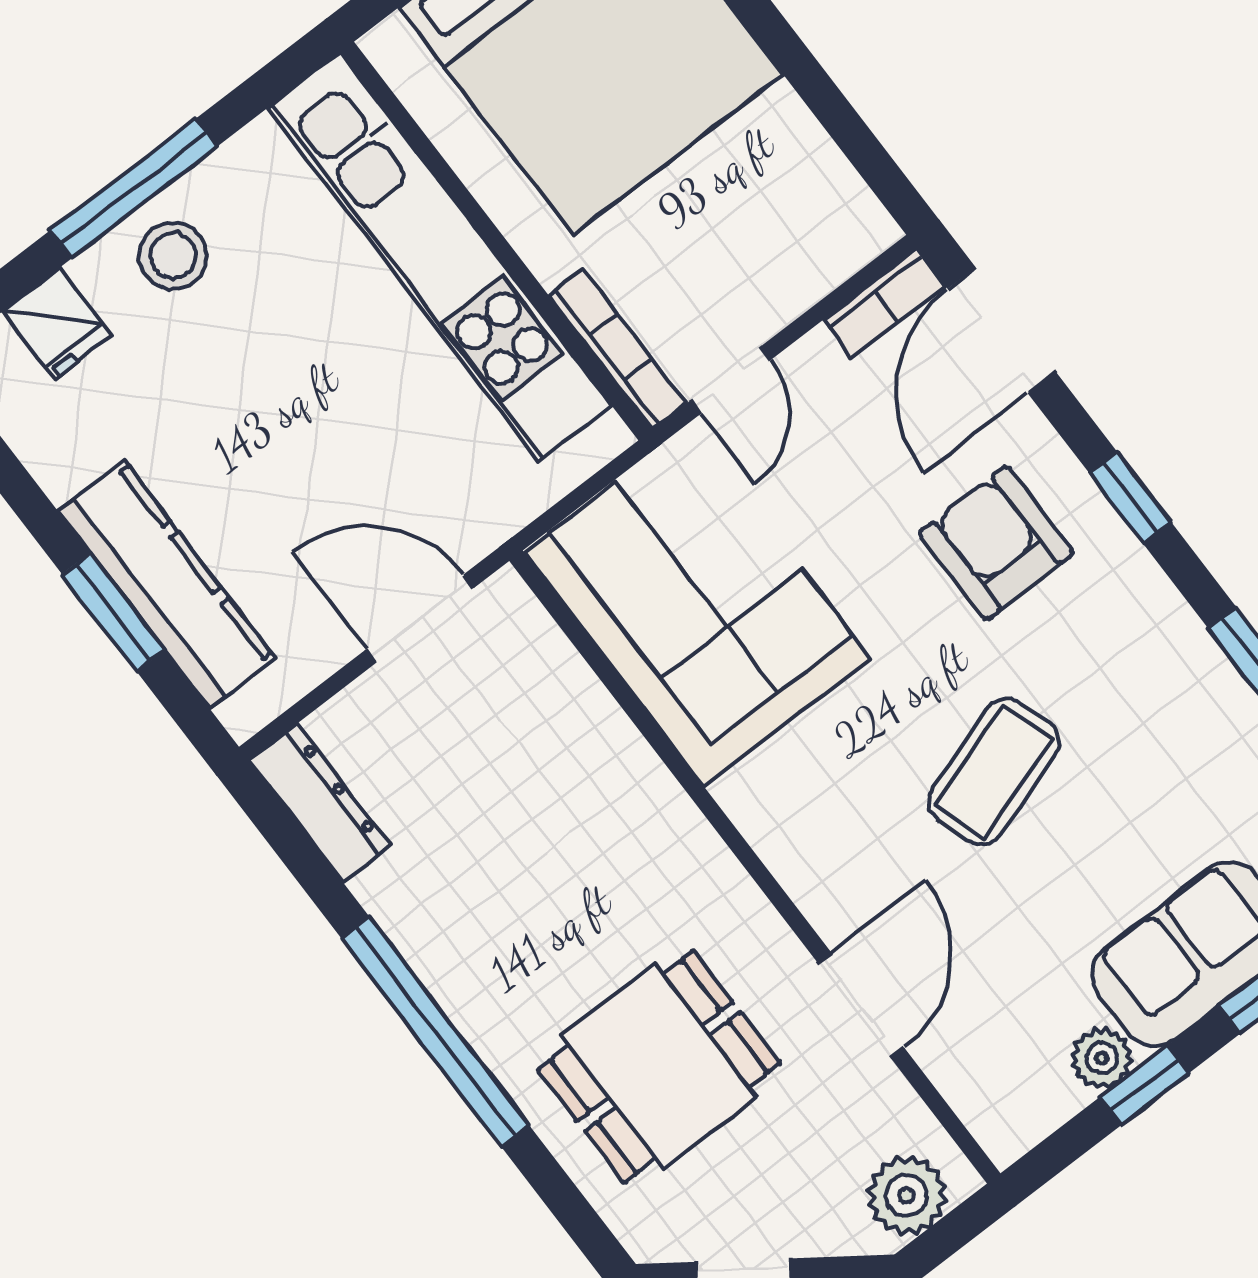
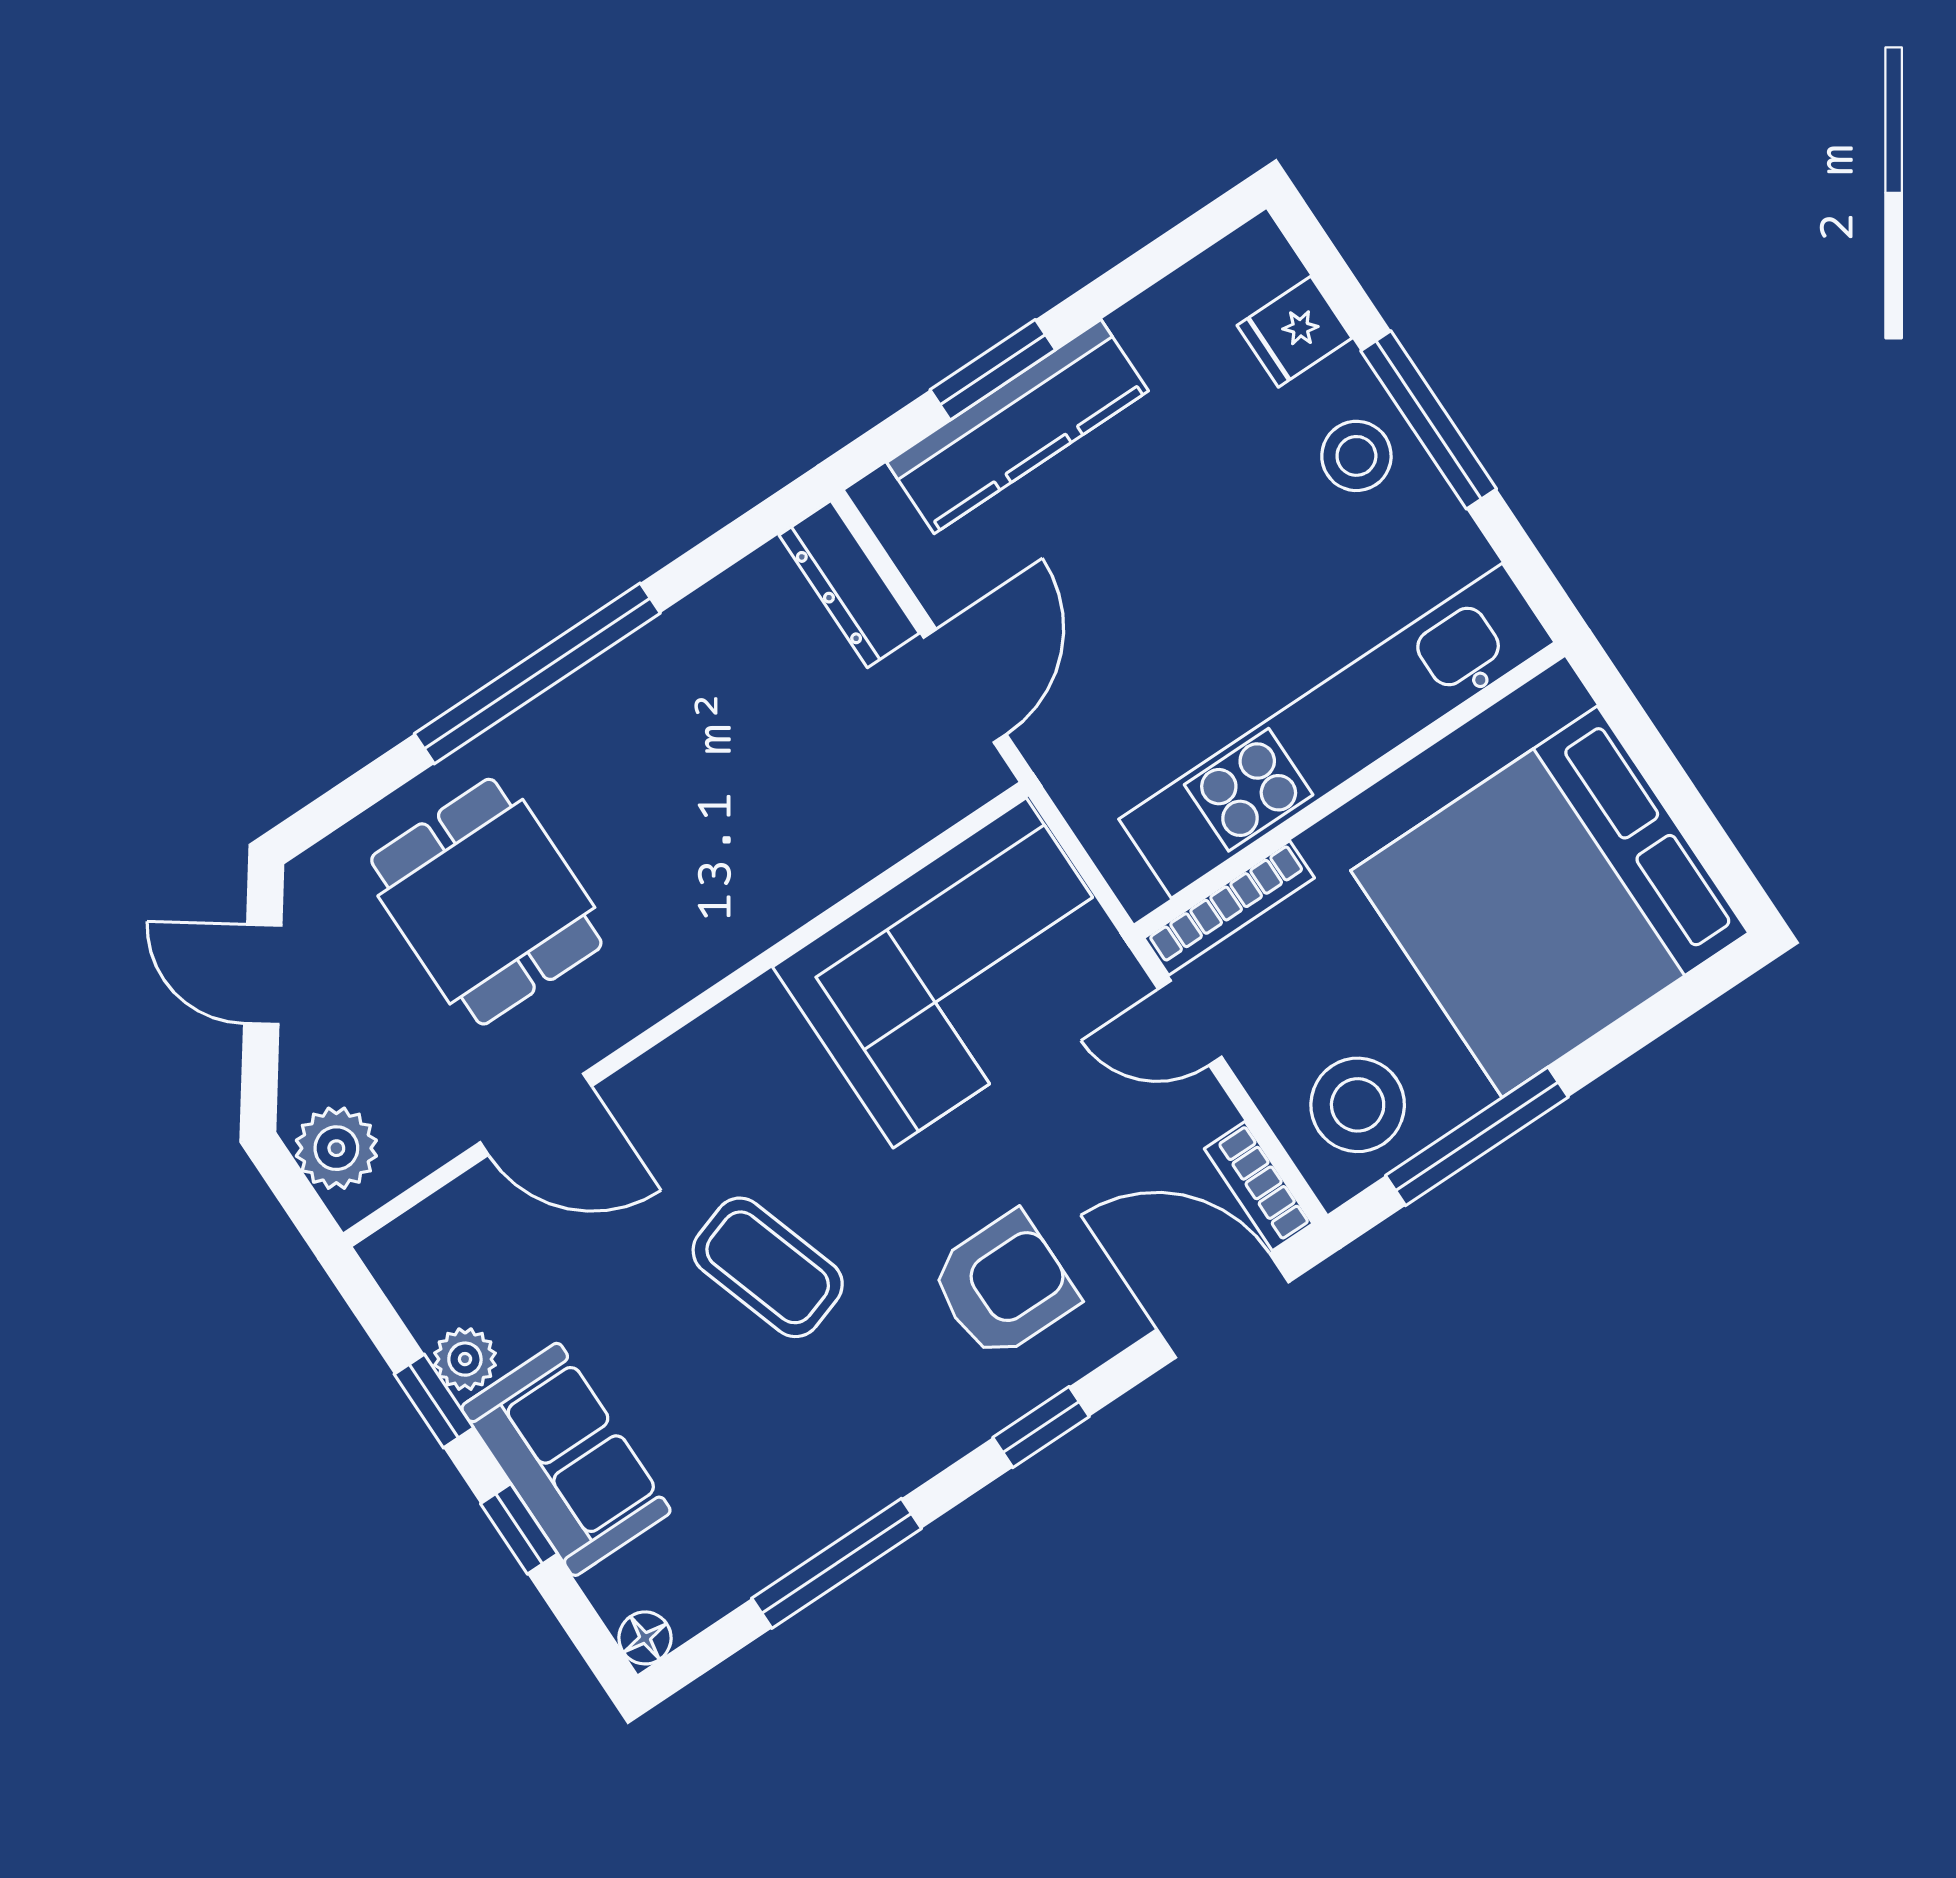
window: (822, 96) -> (1477, 1136), added
stool: (799, 213) -> (1358, 1105), added
dresser: (320, 803) -> (849, 584), moved, turned 90

